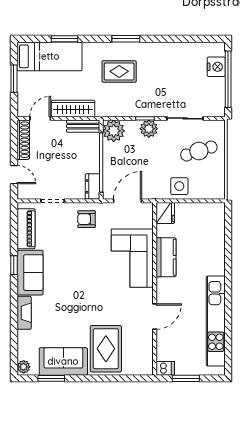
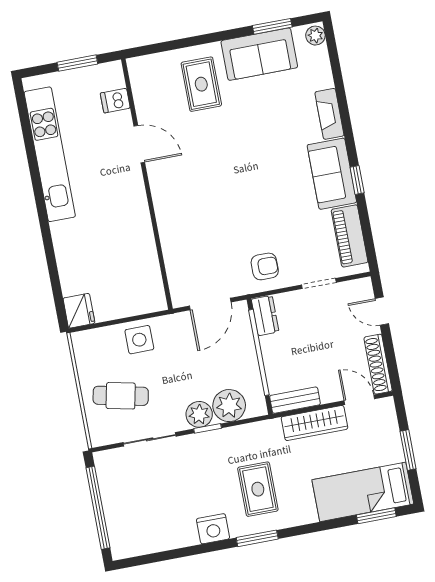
window: (64, 39) -> (376, 516), moved
nightstand: (216, 67) -> (213, 529), moved, turned -90
rug: (119, 71) -> (258, 489), turned 90
door: (40, 118) -> (359, 400), swing flipped
plant: (114, 131) -> (229, 406), moved
cafe table: (199, 151) -> (121, 396), turned 30
fridge: (165, 213) -> (79, 311), moved, turned 180
kitchen counter: (166, 257) -> (139, 233), removed
corner sofa: (132, 258) -> (188, 222), removed
door: (155, 316) -> (139, 144), swing flipped
rug: (106, 349) -> (201, 84), width x0.73, depth x0.70
dishwasher: (165, 368) -> (115, 101), moved

